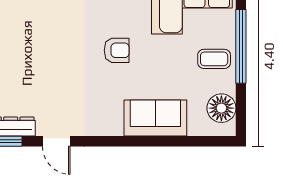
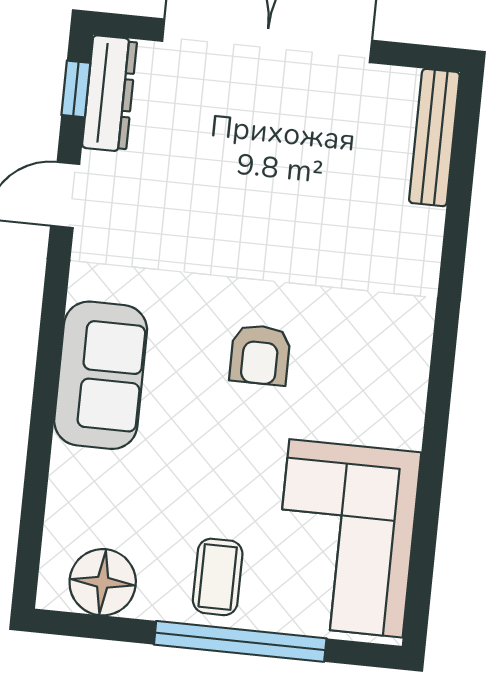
sofa: (155, 118) -> (101, 375), moved

